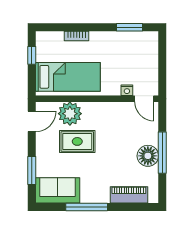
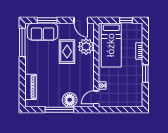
window: (130, 27) -> (145, 74), moved
floor lamp: (148, 156) -> (70, 100), moved
sofa: (58, 190) -> (43, 32), moved, turned 90
window: (87, 207) -> (22, 42), moved

